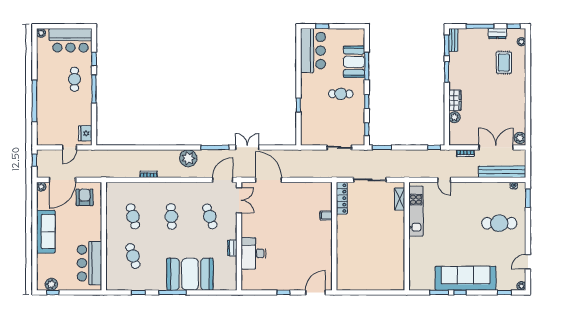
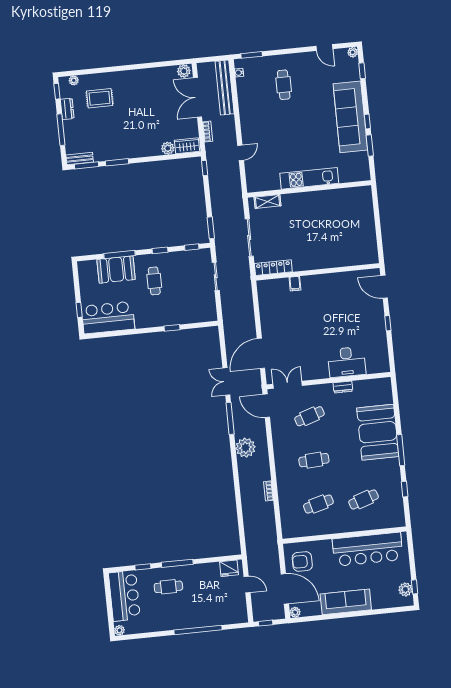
wardrobe: (455, 100) -> (187, 146), moved
kitchen unit: (416, 211) -> (309, 178), moved
cafe table: (499, 223) -> (284, 85), width x0.73, depth x0.74
bar counter: (89, 263) -> (368, 549), width x1.36

